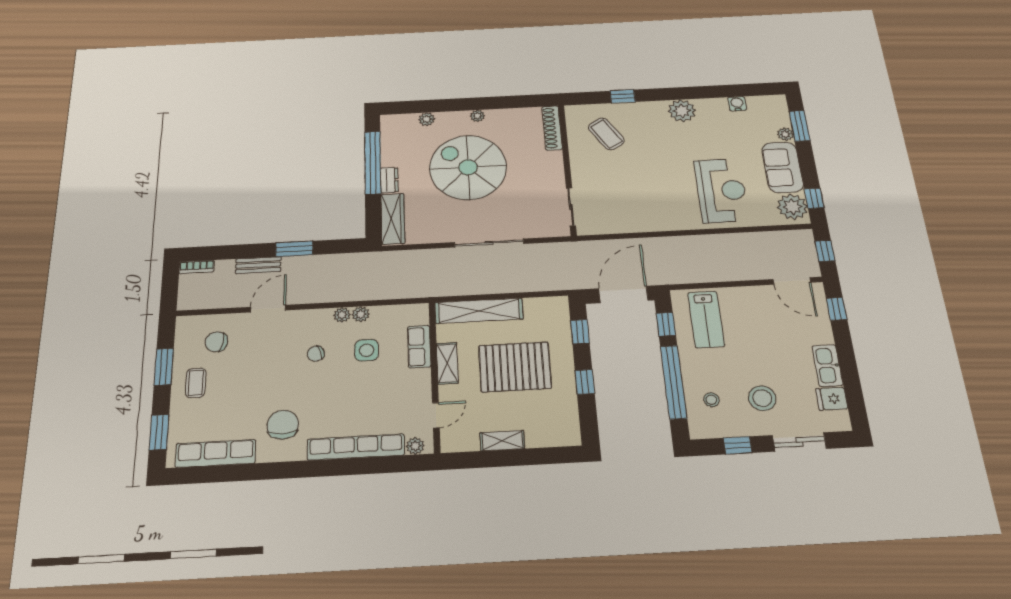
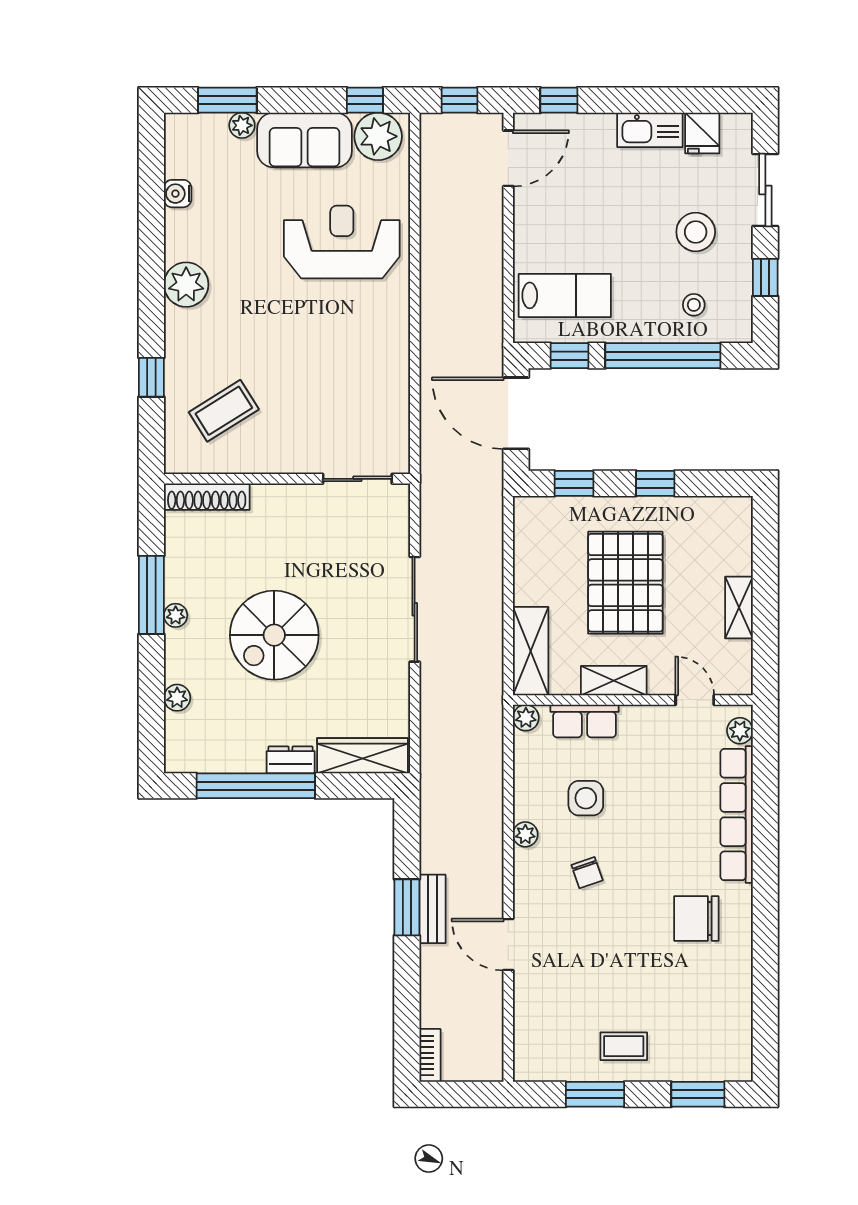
window: (489, 103) -> (151, 595), added
spiral stairs: (468, 167) -> (274, 635), width x0.73, depth x0.73
bench: (258, 265) -> (432, 909), moved
shelving: (479, 311) -> (531, 651), width x0.68
plant: (361, 314) -> (526, 718), moved
chair: (216, 342) -> (559, 1019), removed
row of seats: (216, 453) -> (735, 1012), removed

